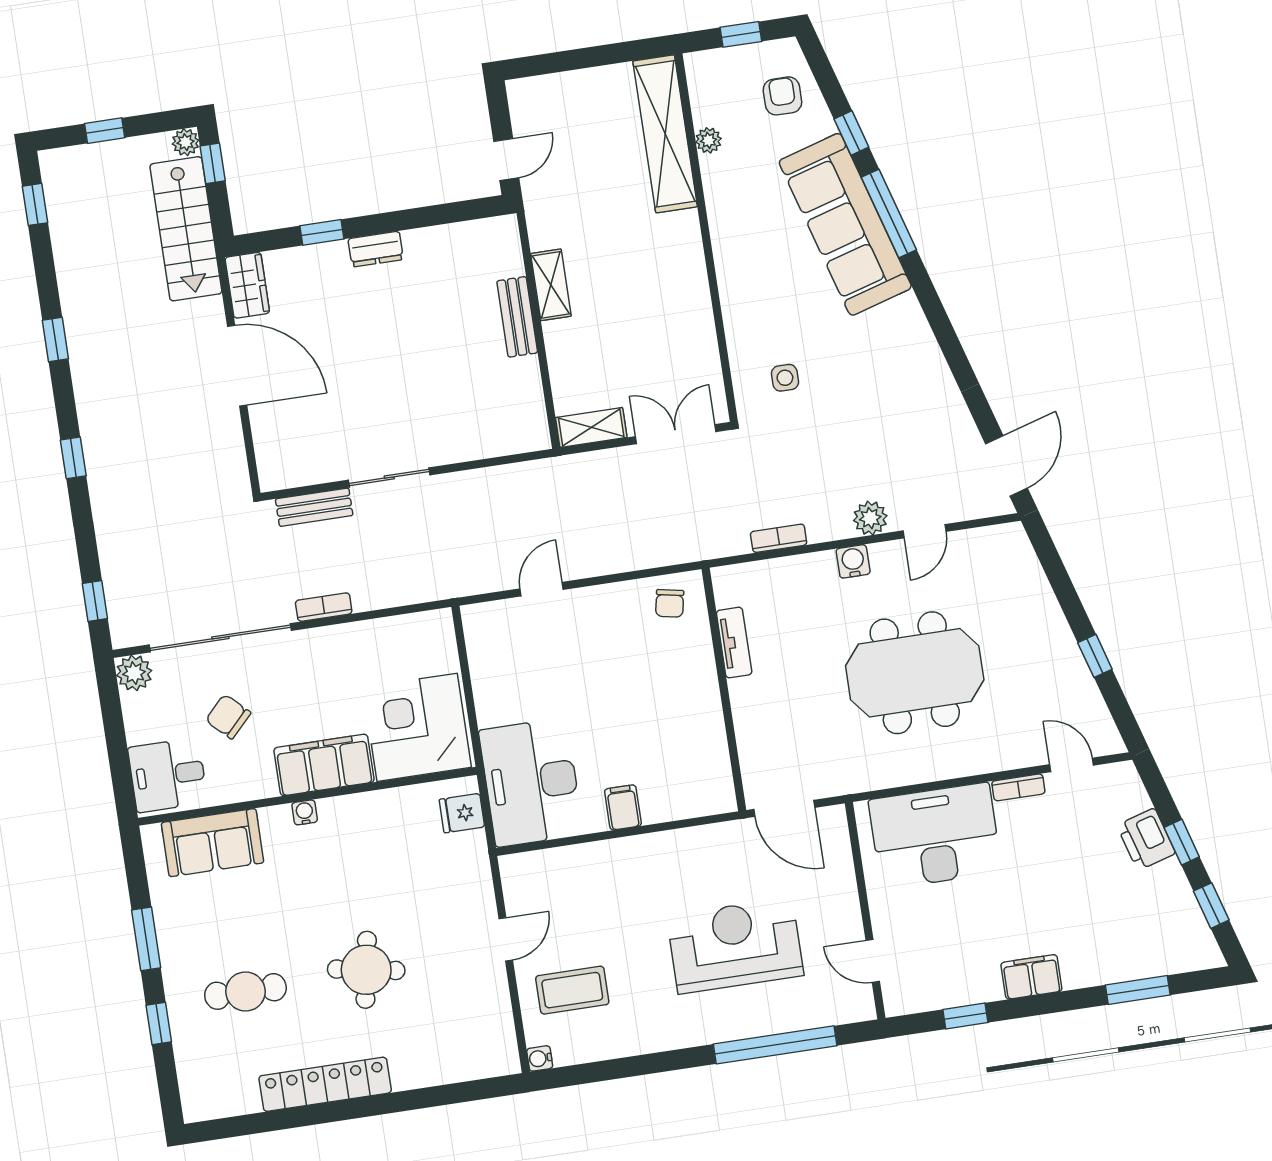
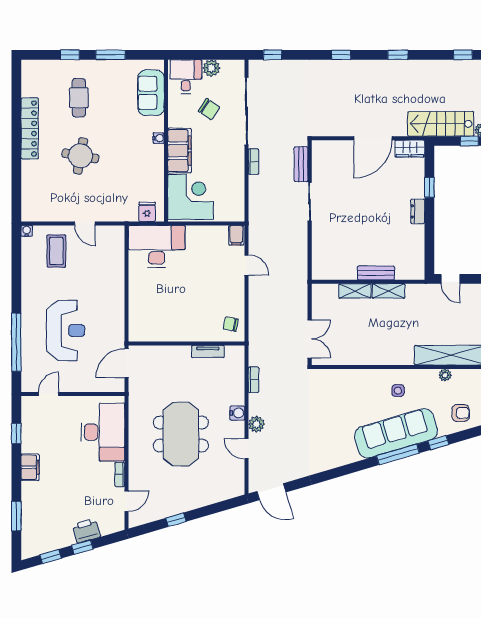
side table: (785, 378) -> (398, 391), moved
shelving: (591, 427) -> (355, 291), moved, turned 90
plant: (134, 673) -> (211, 68), moved
chair: (228, 717) -> (209, 109), turned 80
filing cabinet: (623, 807) -> (236, 235), moved, turned 90

